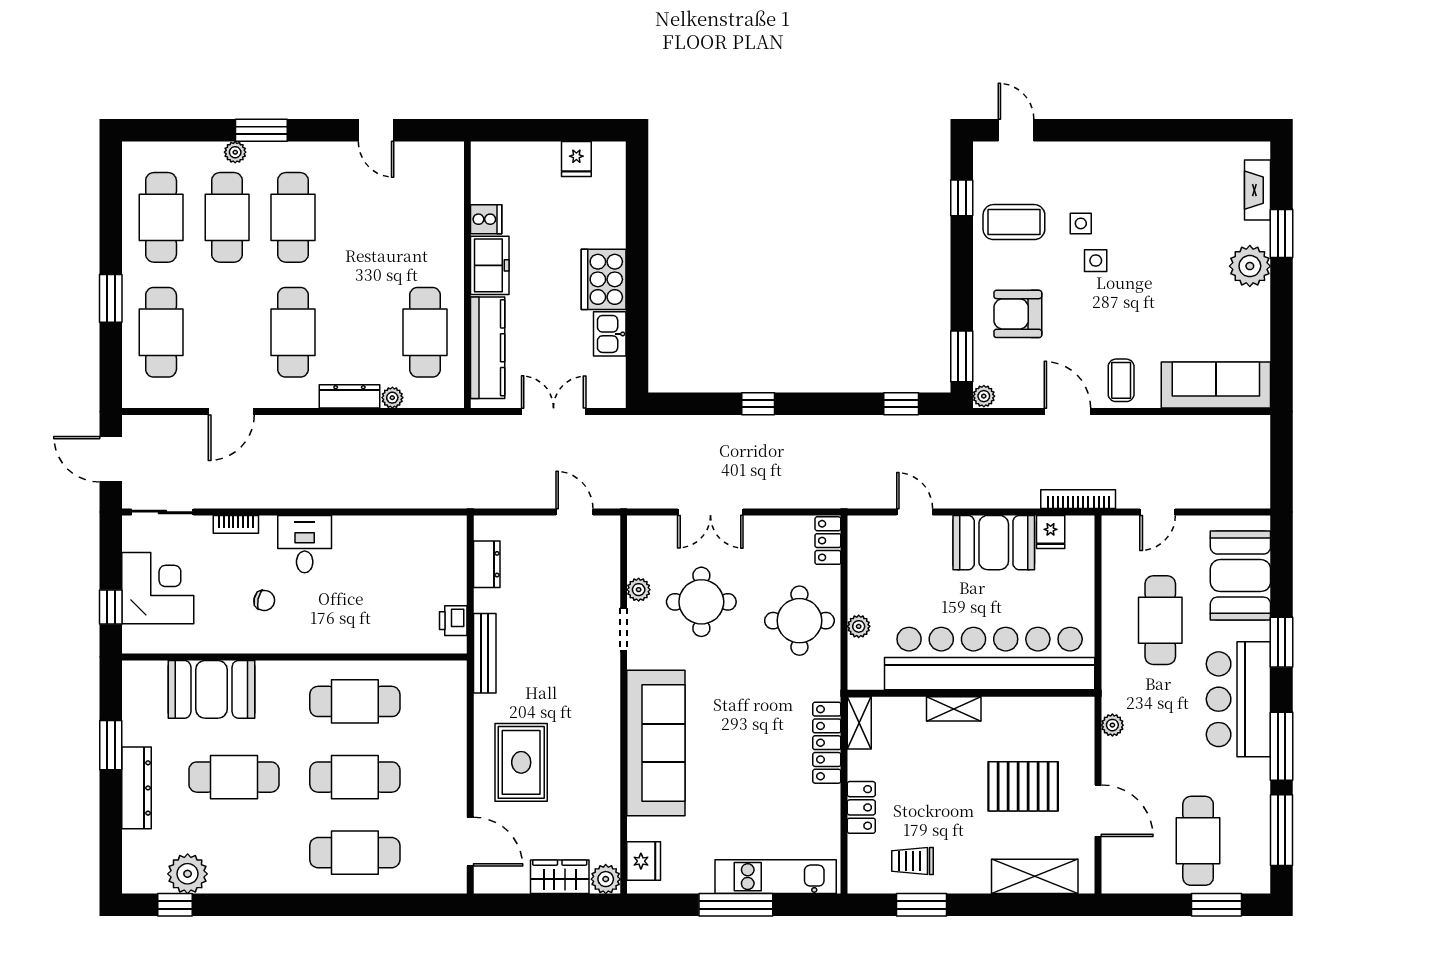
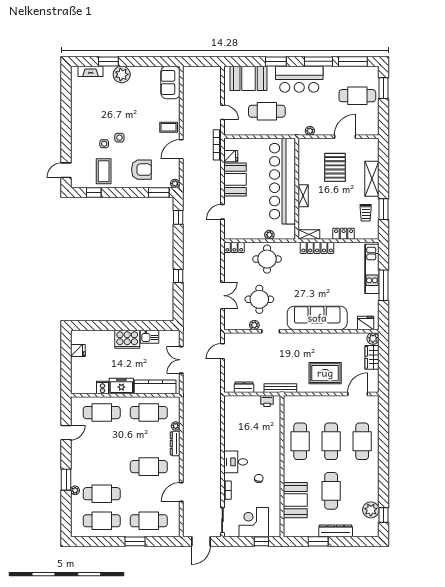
cafe table: (293, 217) -> (102, 413), moved
armchair: (1018, 314) -> (141, 170), turned -90
sofa: (1216, 385) -> (170, 82), width x0.73
door: (231, 412) -> (181, 492), swing flipped
shelving: (1035, 876) -> (372, 179), moved

